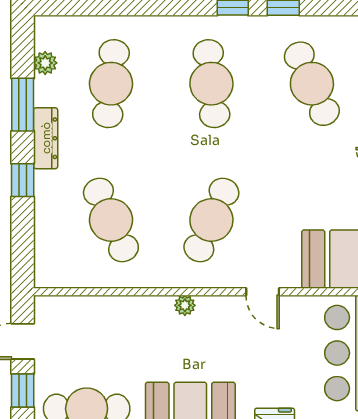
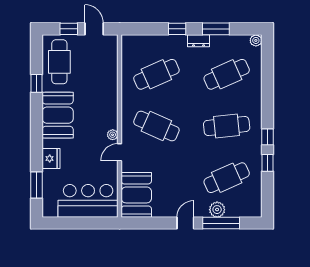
plant: (45, 63) -> (256, 40), moved
cafe table: (111, 84) -> (227, 74), turned -30
dresser: (46, 138) -> (199, 41), width x0.70
plant: (185, 305) -> (113, 135), moved

